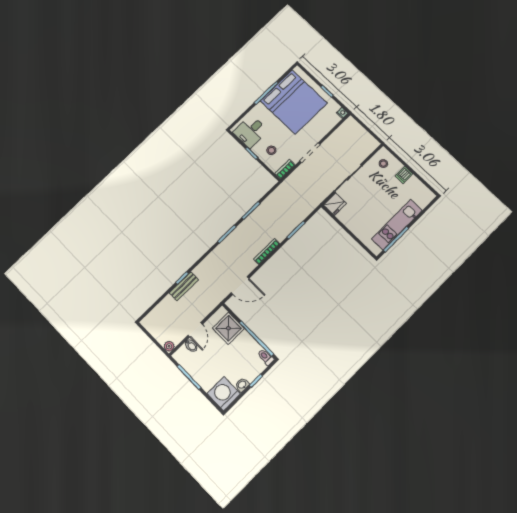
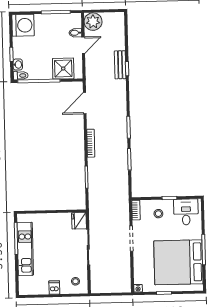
door: (195, 330) -> (83, 45), swing flipped
plant: (169, 346) -> (93, 22), width x1.88, depth x1.88
washbasin: (242, 385) -> (18, 65), moved

